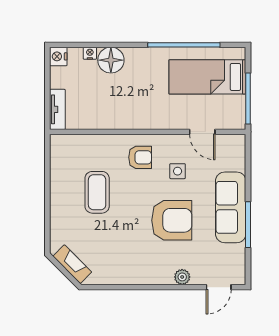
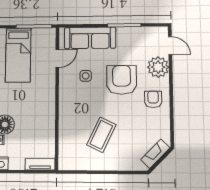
armchair: (140, 157) -> (153, 99), moved
coffee table: (97, 192) -> (101, 135), turned -64
sofa: (231, 207) -> (90, 38), moved
plant: (182, 277) -> (158, 67), width x1.88, depth x1.88

